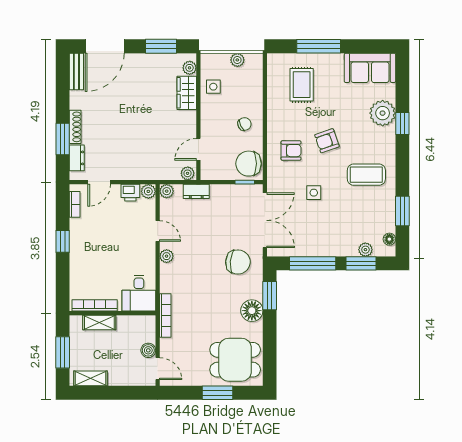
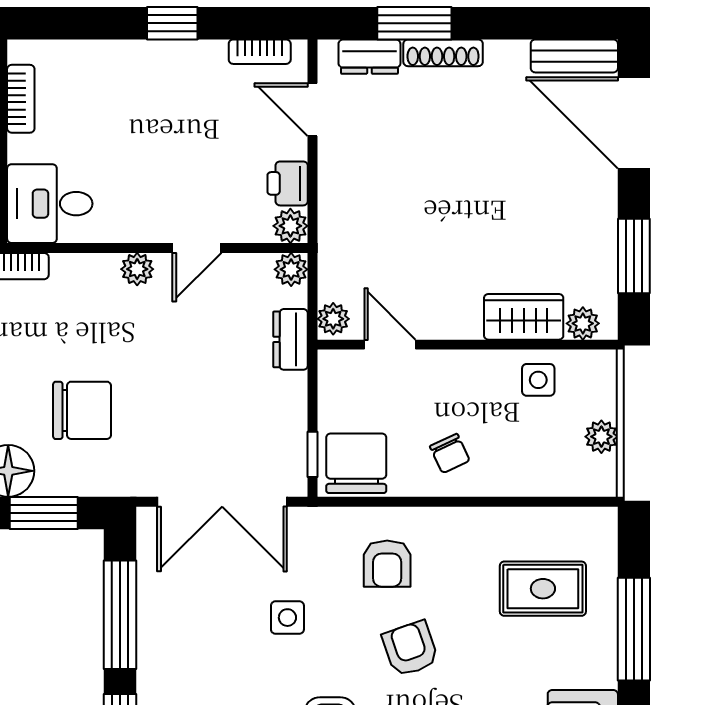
chair: (238, 262) -> (82, 410), moved, turned -95
bookcase: (95, 305) -> (21, 99), width x0.64

